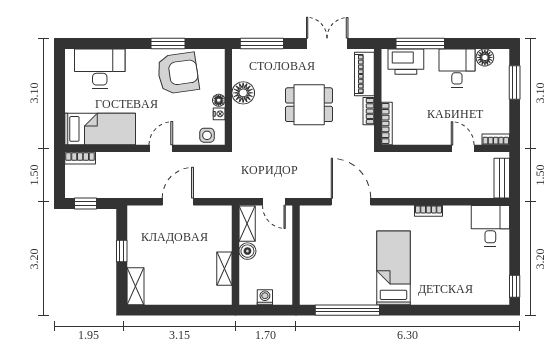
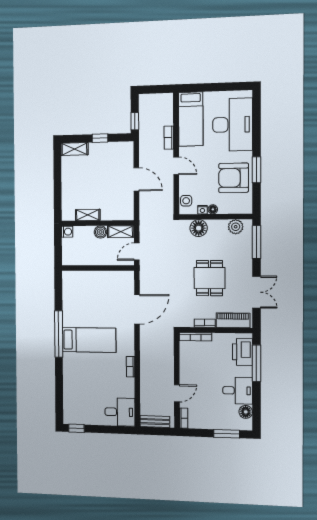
desk: (100, 69) -> (233, 125), width x1.36, depth x1.30
plant: (242, 70) -> (236, 227), added
armchair: (178, 73) -> (234, 178), turned 98
floor lamp: (243, 93) -> (199, 228), moved
bookcase: (80, 158) -> (169, 138), moved
window: (86, 203) -> (135, 121), moved
washing machine: (265, 297) -> (67, 232), moved
window: (347, 310) -> (59, 334), moved

